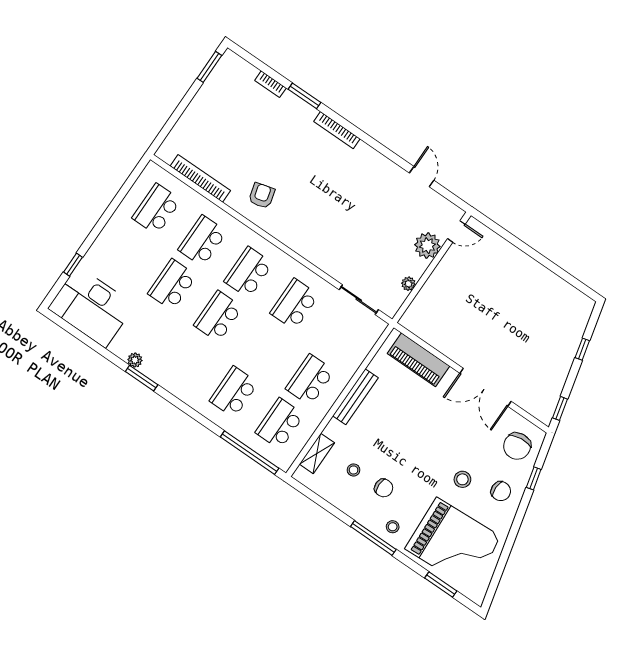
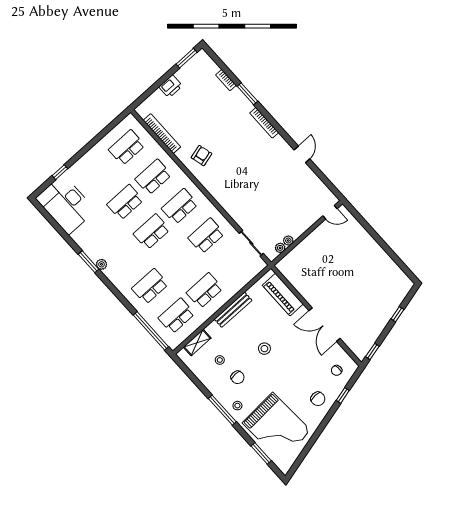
printer: (197, 111) -> (171, 86), added
door: (422, 177) -> (302, 154), moved
plant: (427, 246) -> (280, 248), moved, width x0.53, depth x0.53
plant: (135, 360) -> (101, 264), moved
chair: (517, 446) -> (337, 370), width x0.54, depth x0.54
stool: (462, 479) -> (264, 349), moved

